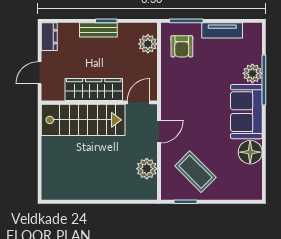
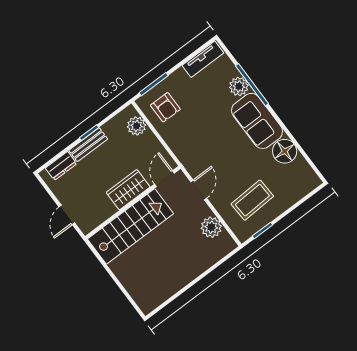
tv unit: (222, 30) -> (203, 59), moved
dresser: (49, 37) -> (61, 166), moved, turned 90
wardrobe: (94, 89) -> (128, 190), width x0.67
coffee table: (195, 172) -> (252, 200), turned -48

